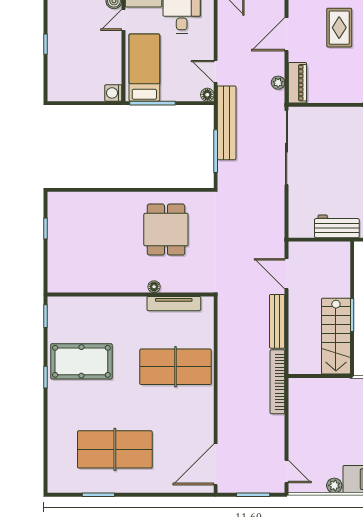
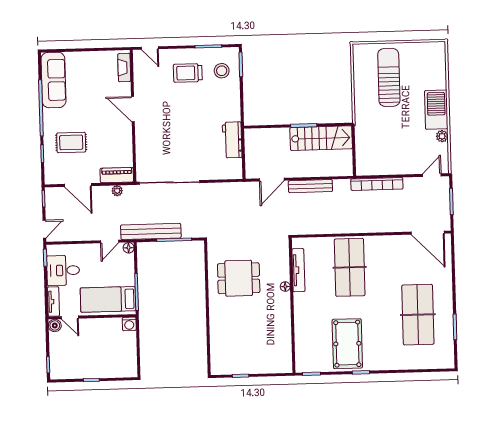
bookcase: (277, 382) -> (377, 184), moved

